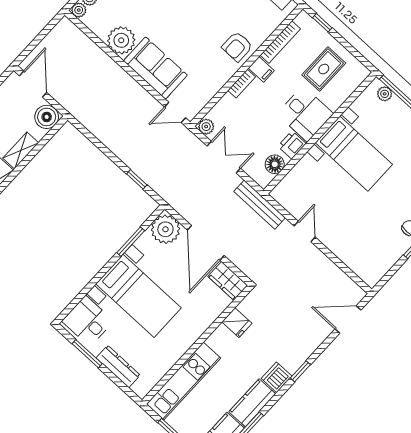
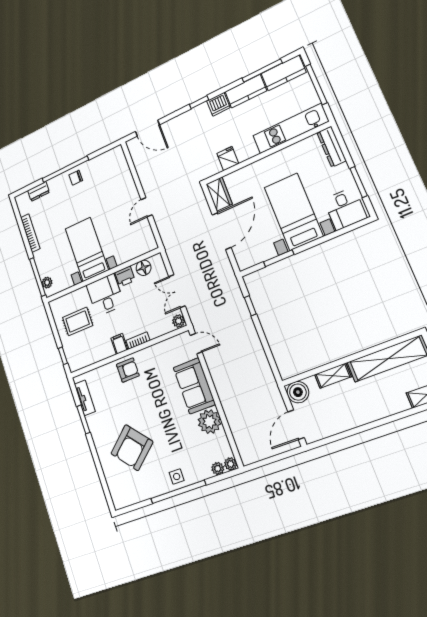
bookcase: (280, 42) -> (97, 357), removed
bench: (260, 205) -> (168, 242), removed
plant: (165, 229) -> (247, 256), removed
dresser: (118, 367) -> (331, 147), moved

